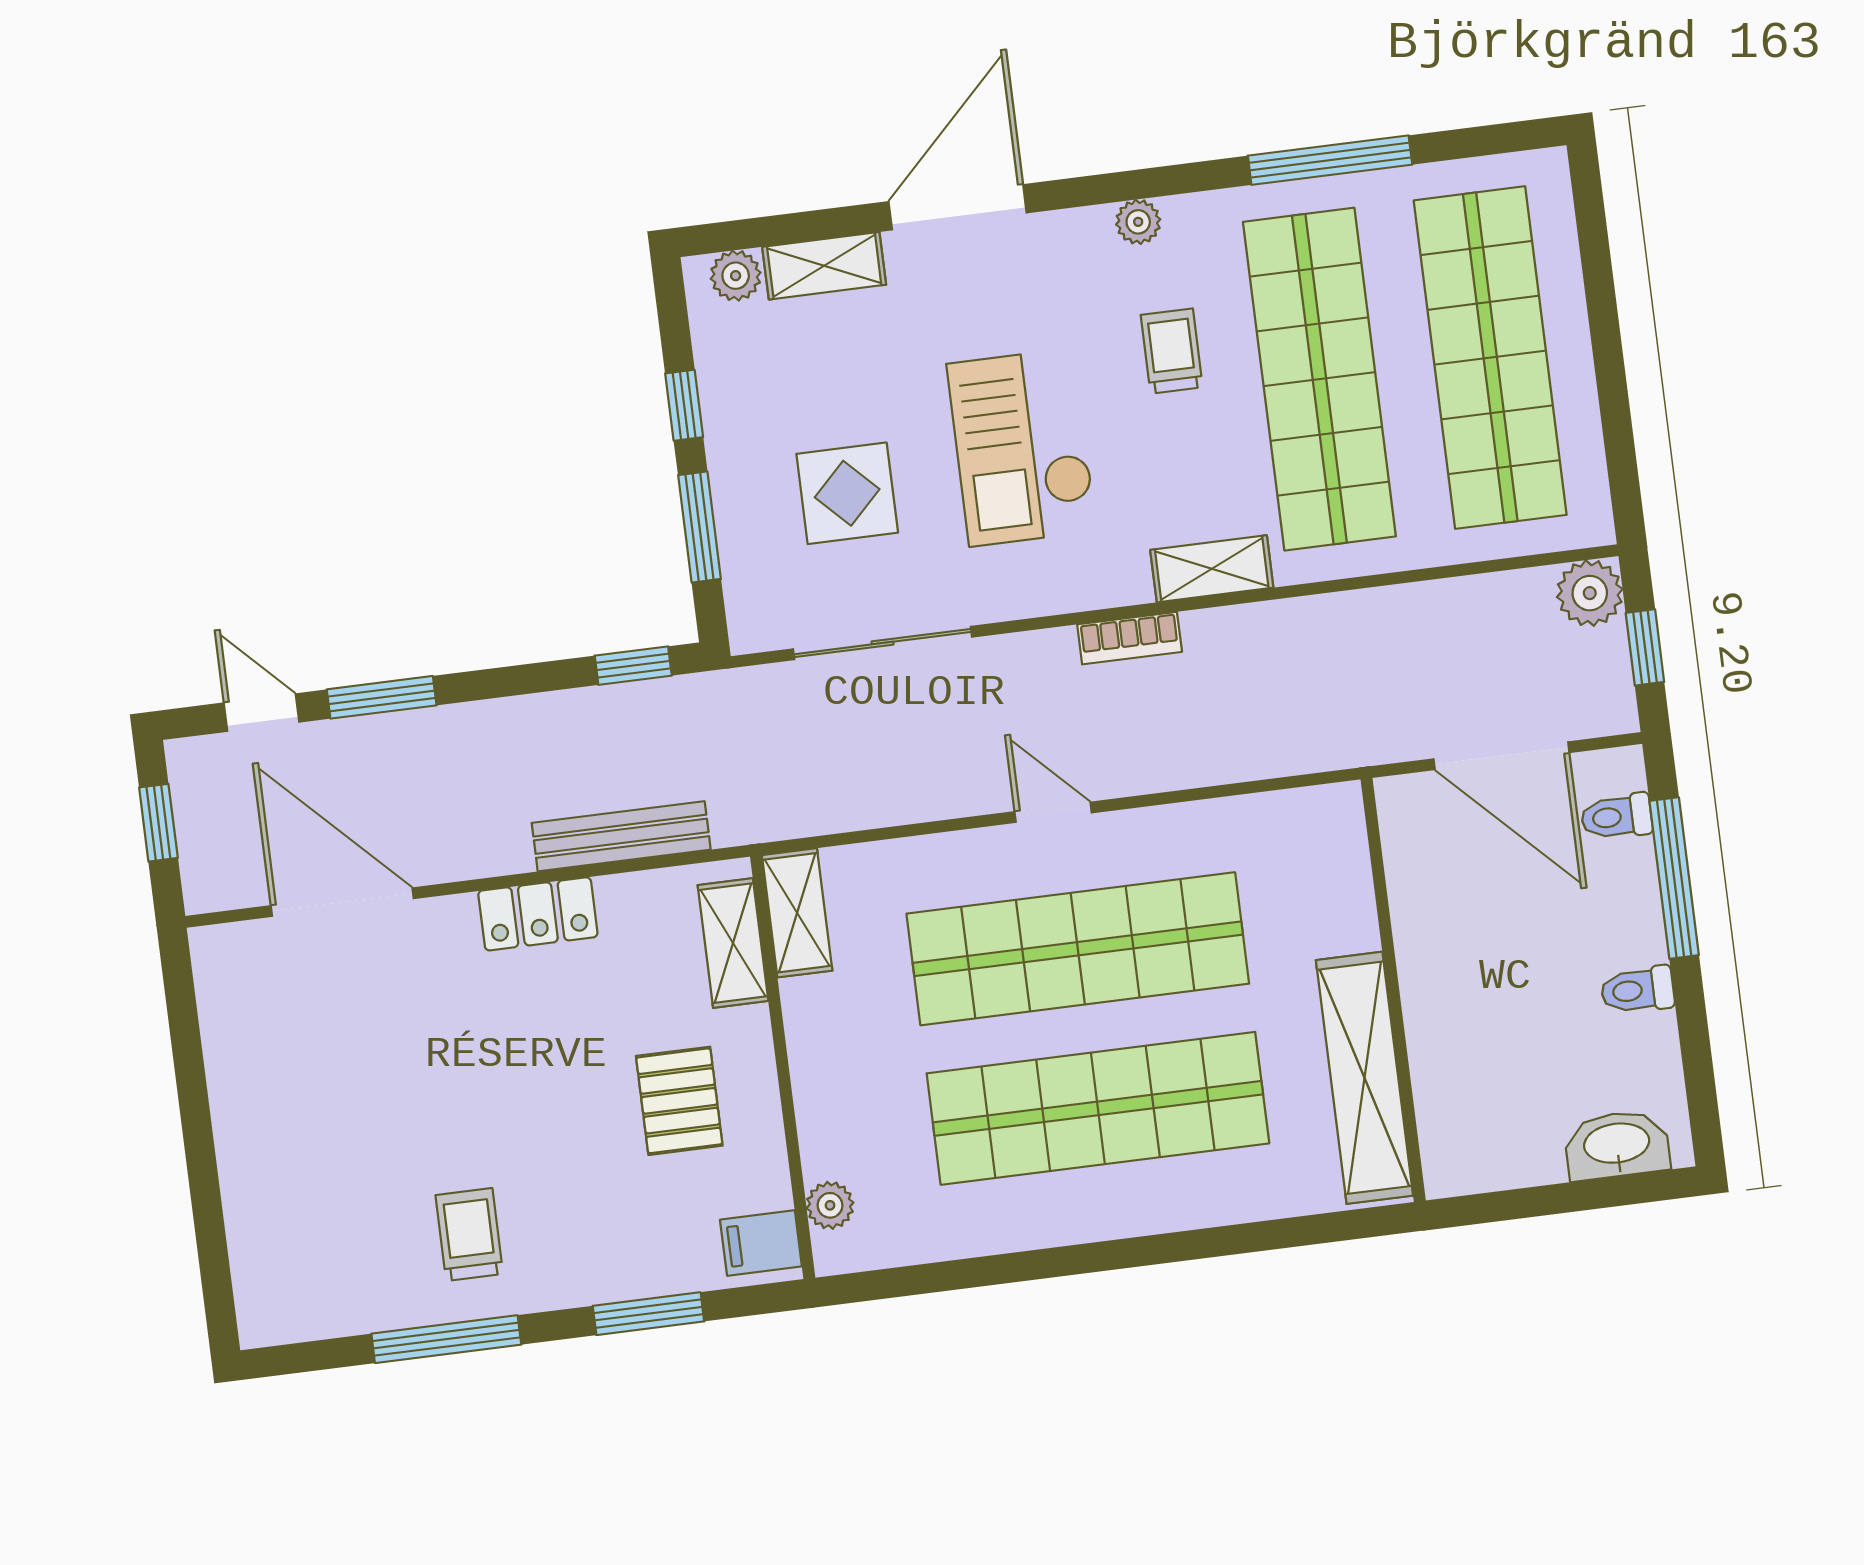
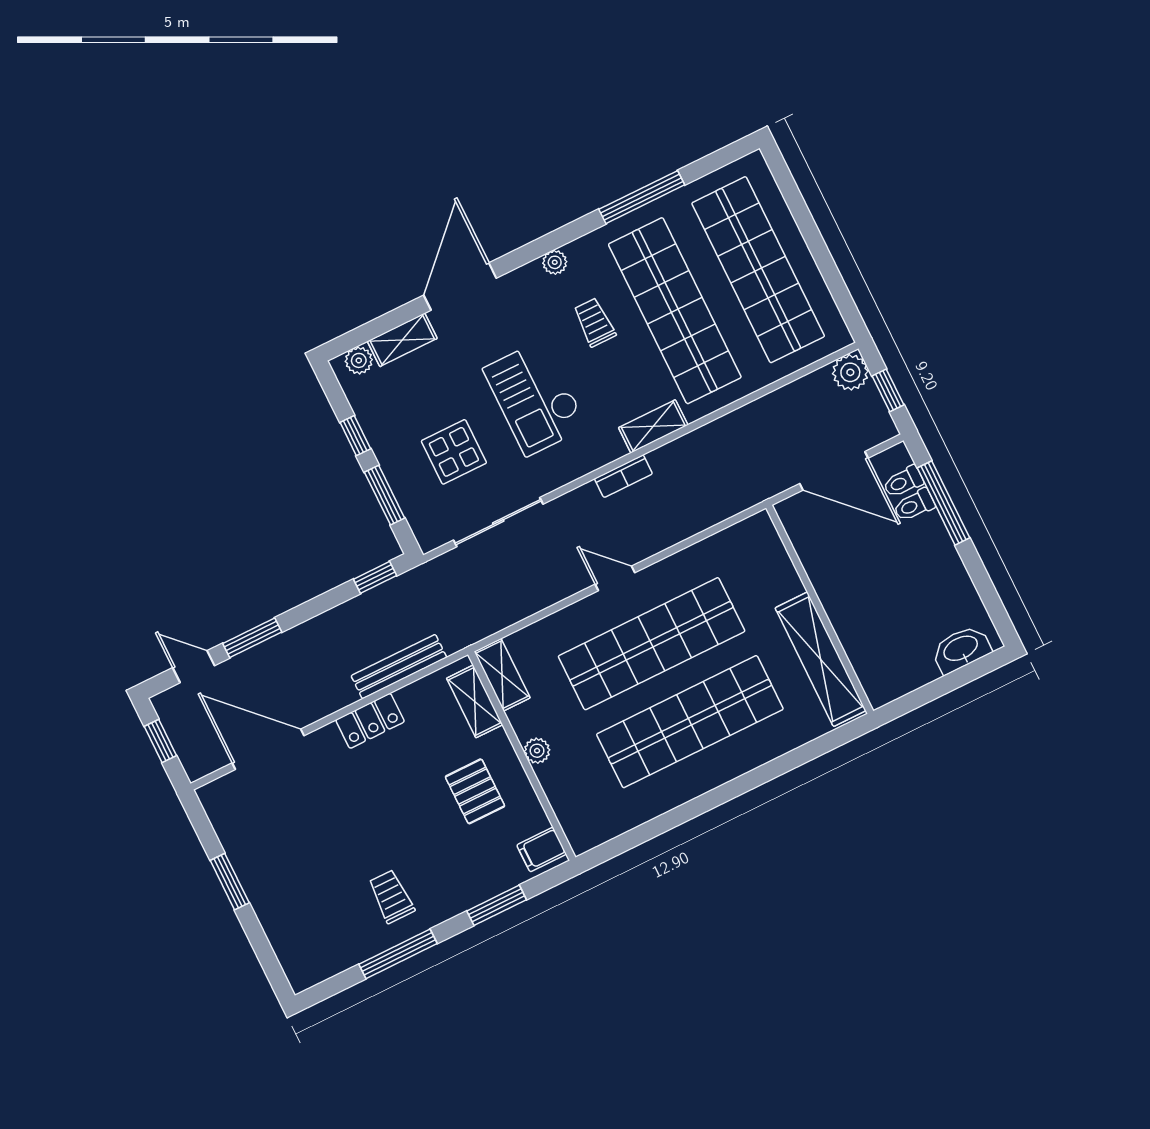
toilet: (1637, 990) -> (914, 505), moved
window: (195, 1111) -> (230, 882), added
plant: (830, 1205) -> (537, 751), moved

